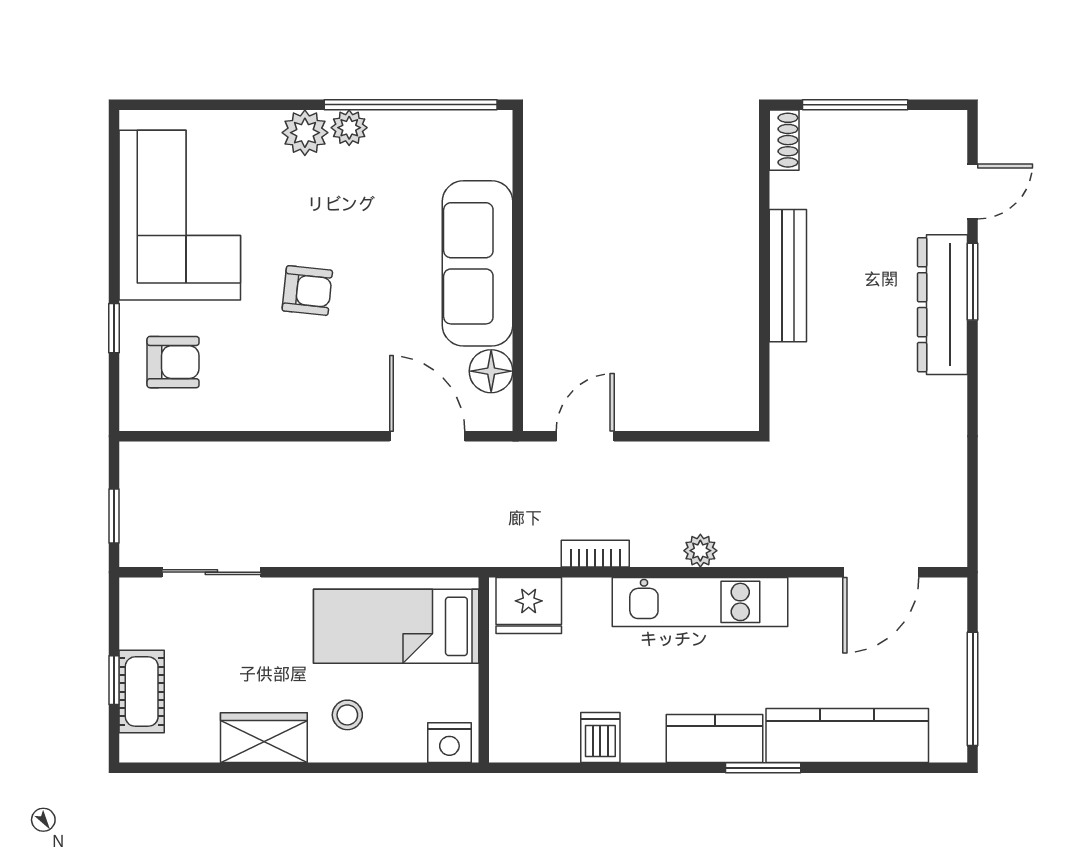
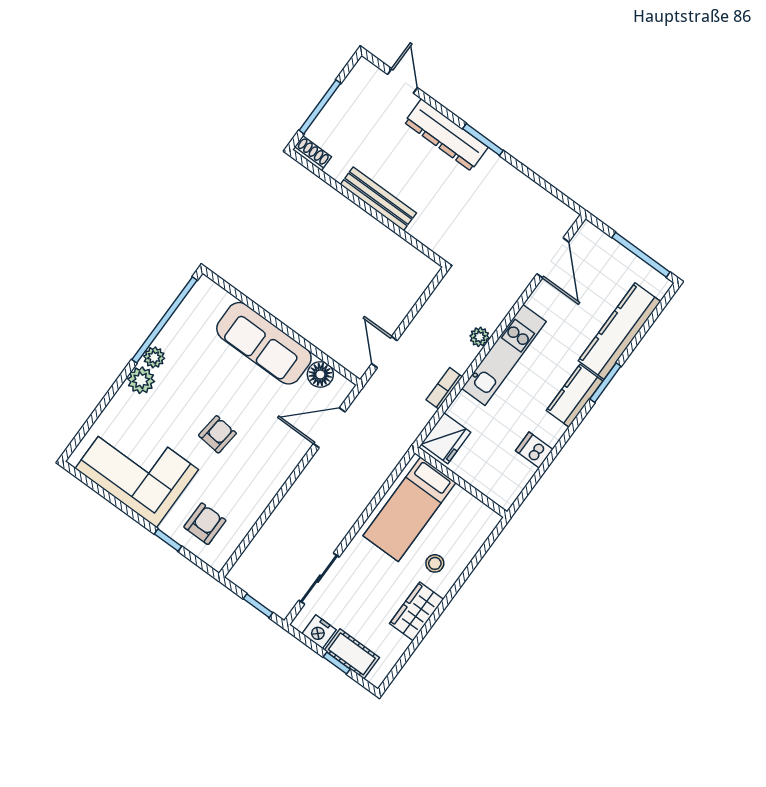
window: (973, 282) -> (483, 140), moved
nightstand: (449, 743) -> (319, 632), moved, turned 90

